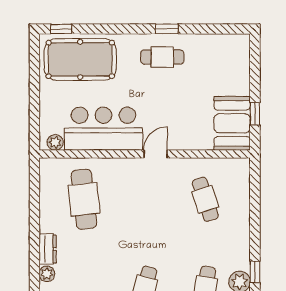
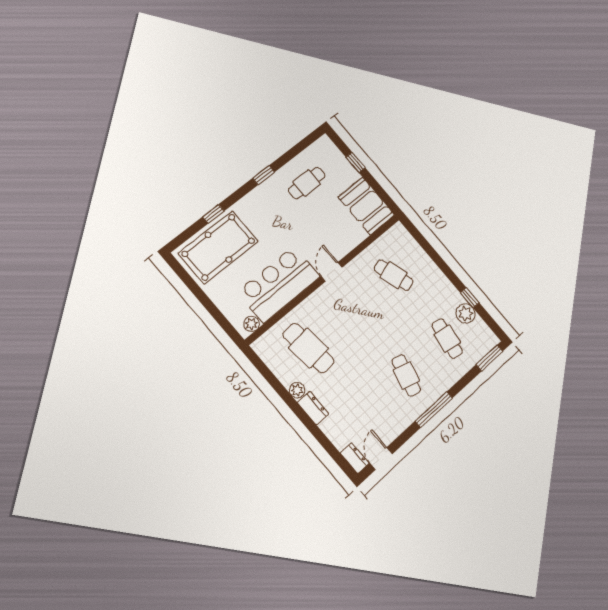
window: (61, 29) -> (213, 214), moved
cafe table: (162, 57) -> (307, 183), moved
window: (255, 114) -> (355, 162), moved
plant: (47, 274) -> (297, 390), moved

